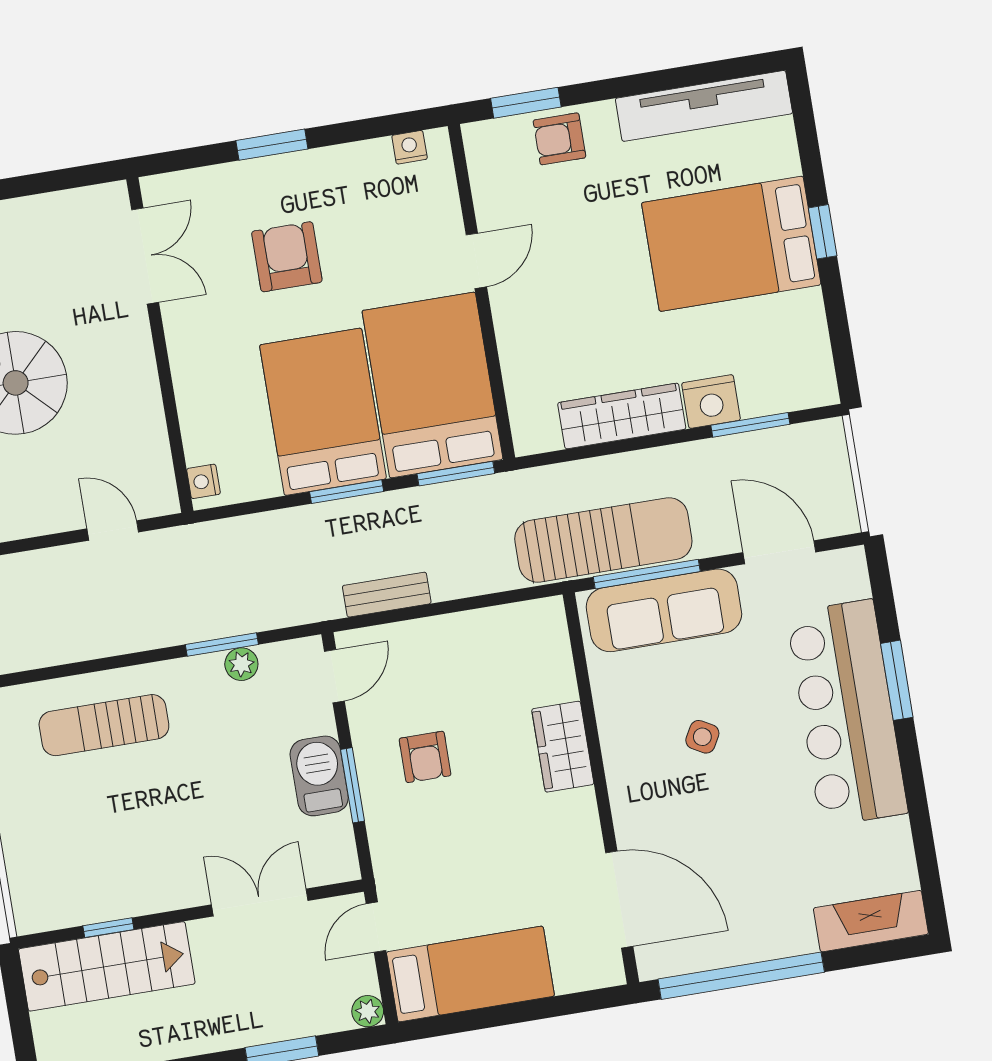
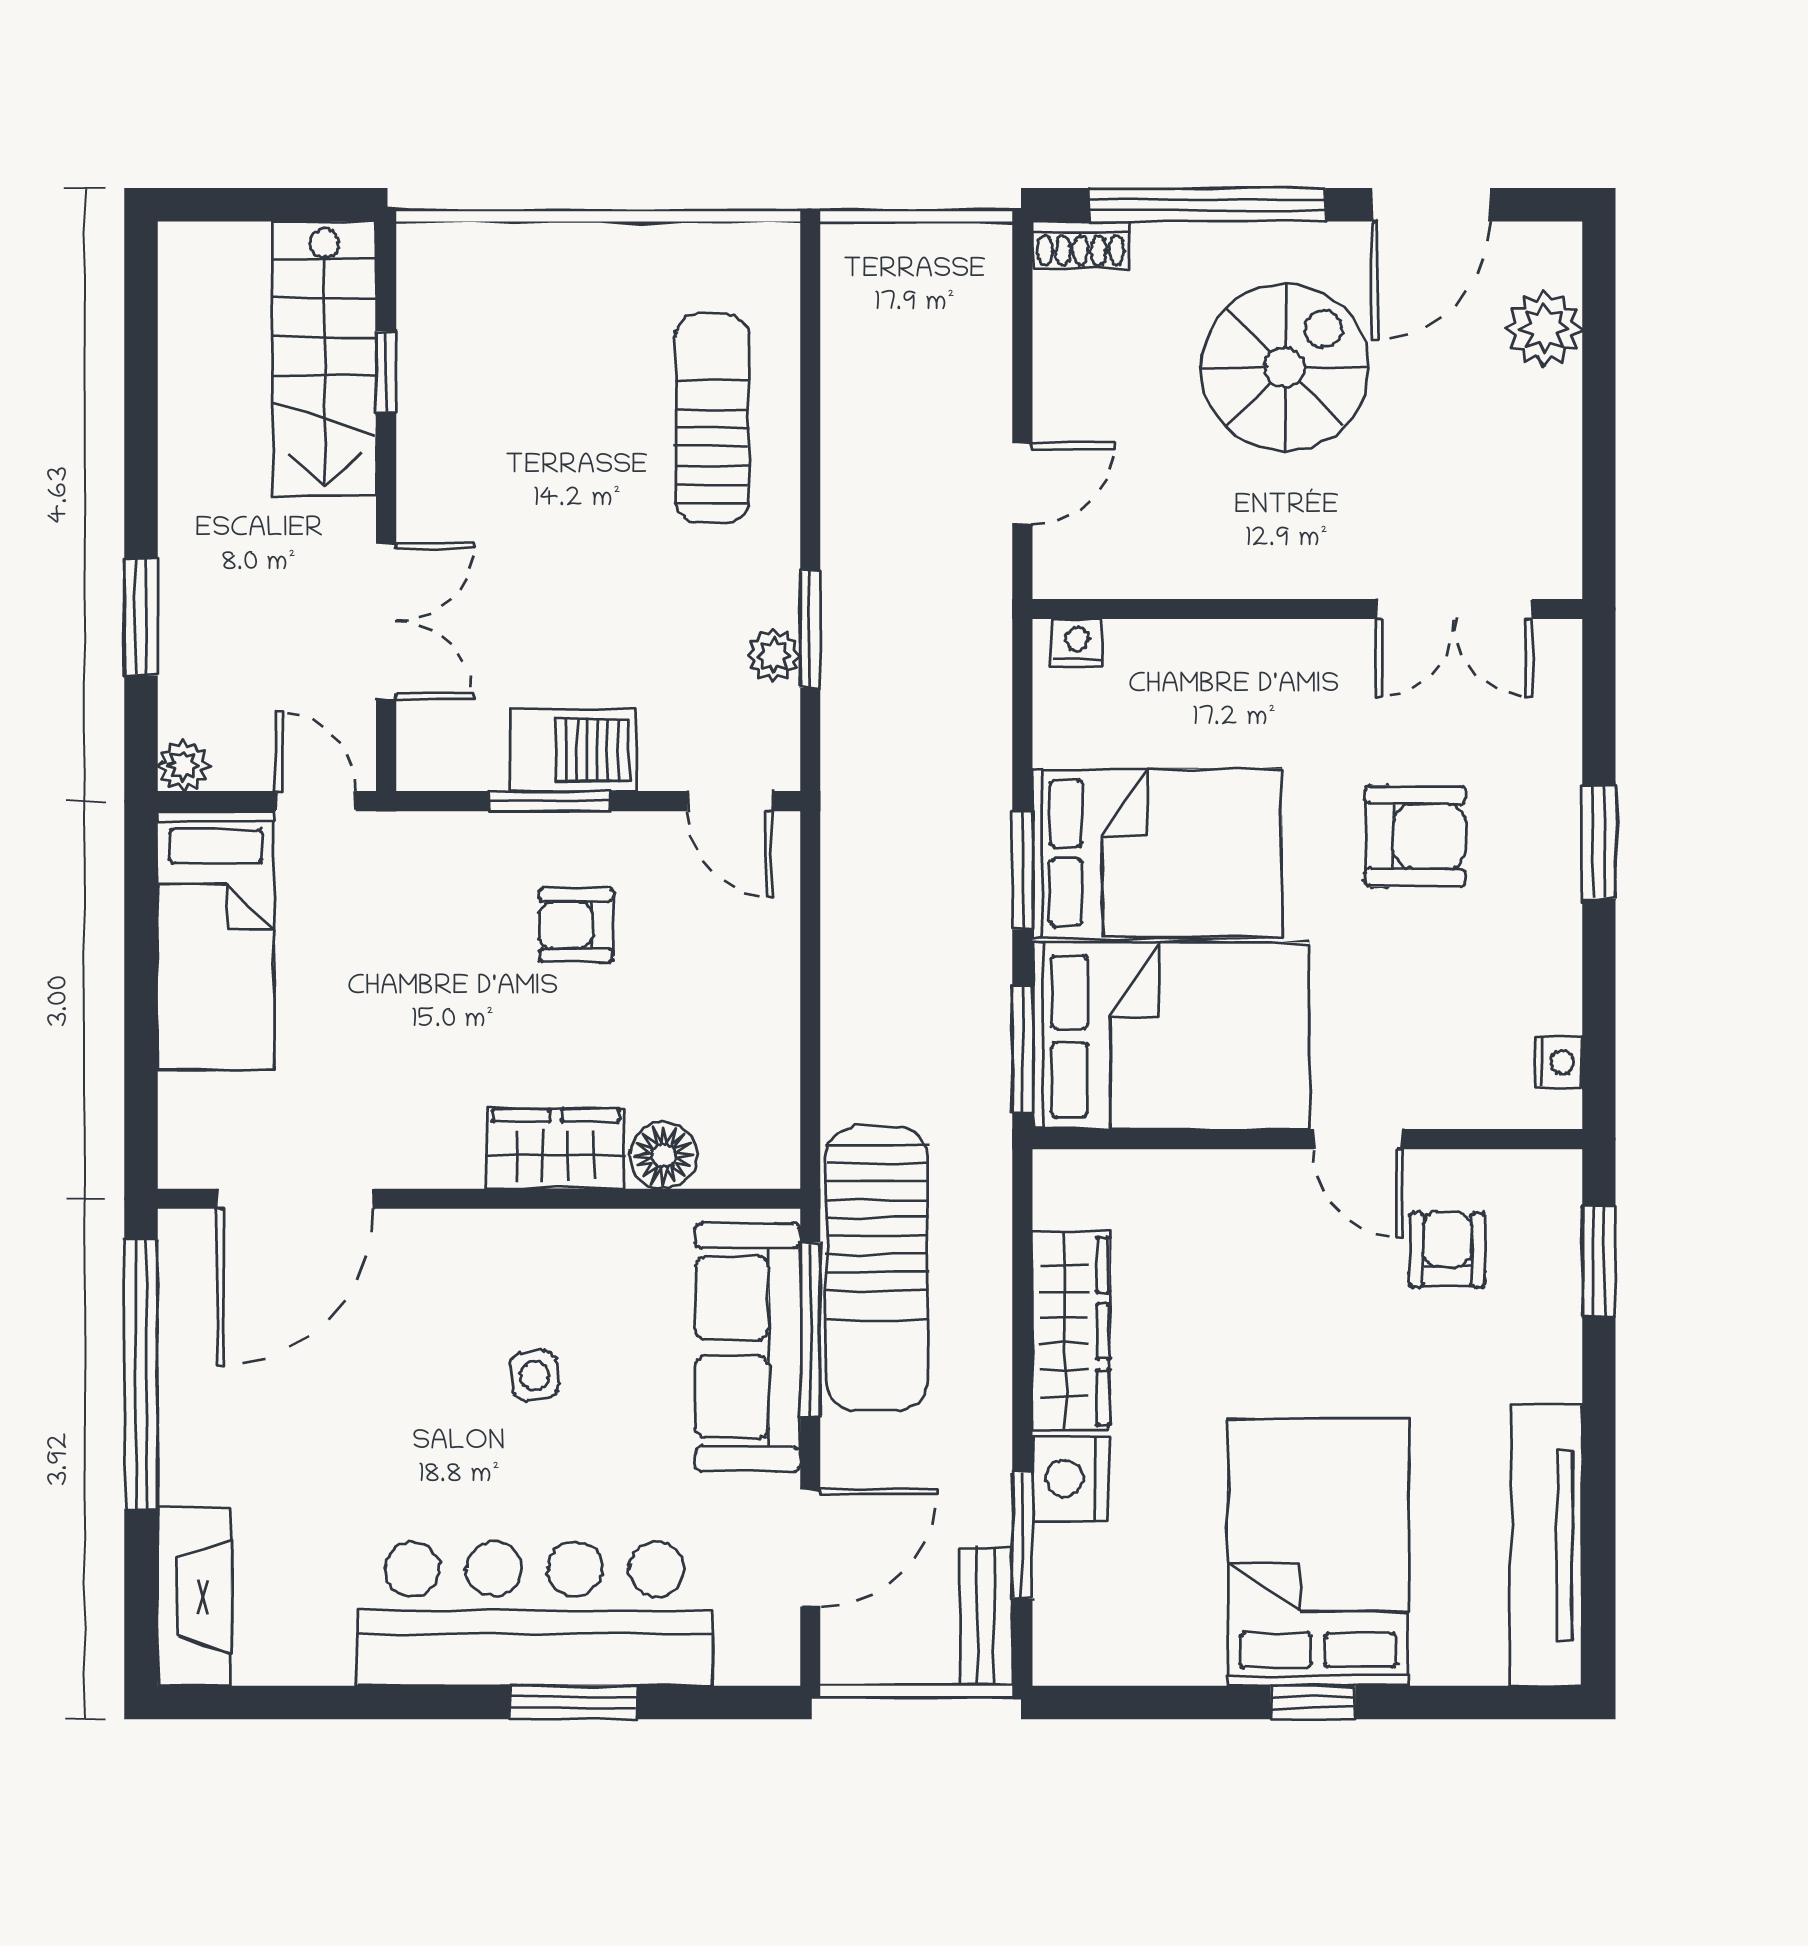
armchair: (559, 139) -> (1447, 1250), moved
bench: (387, 595) -> (986, 1617), moved
floor lamp: (556, 681) -> (664, 1155), added
side table: (702, 737) -> (535, 1375), turned -37

